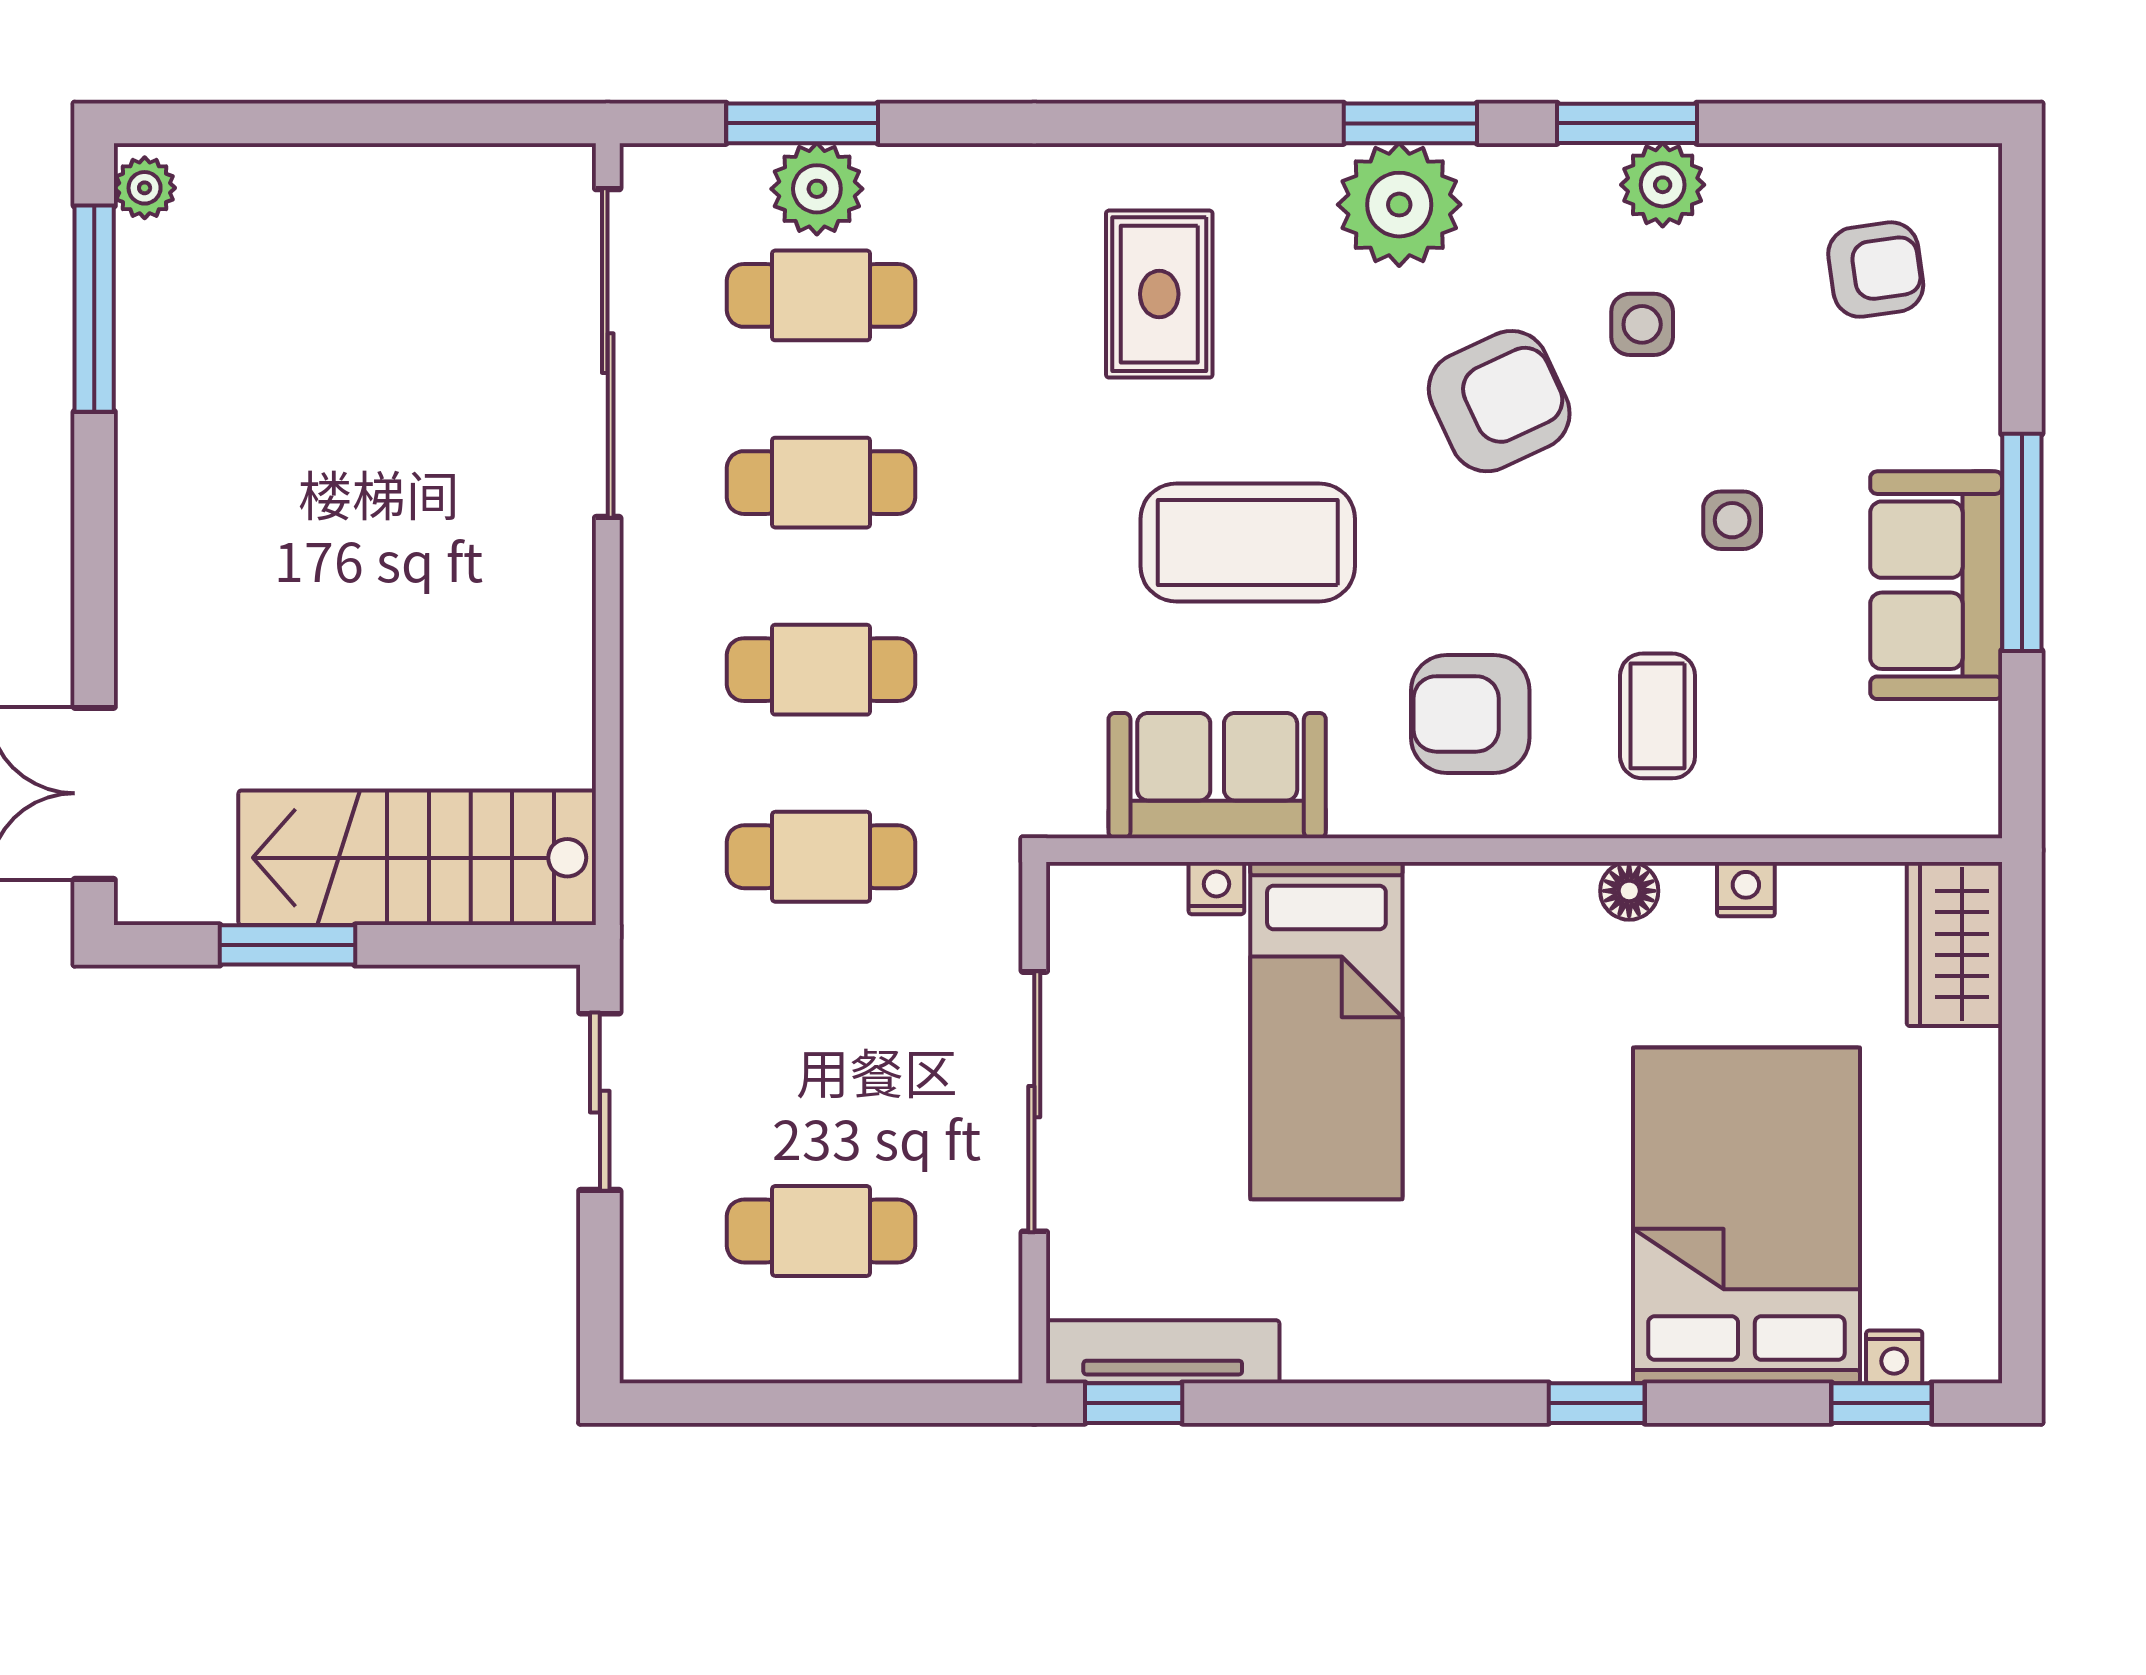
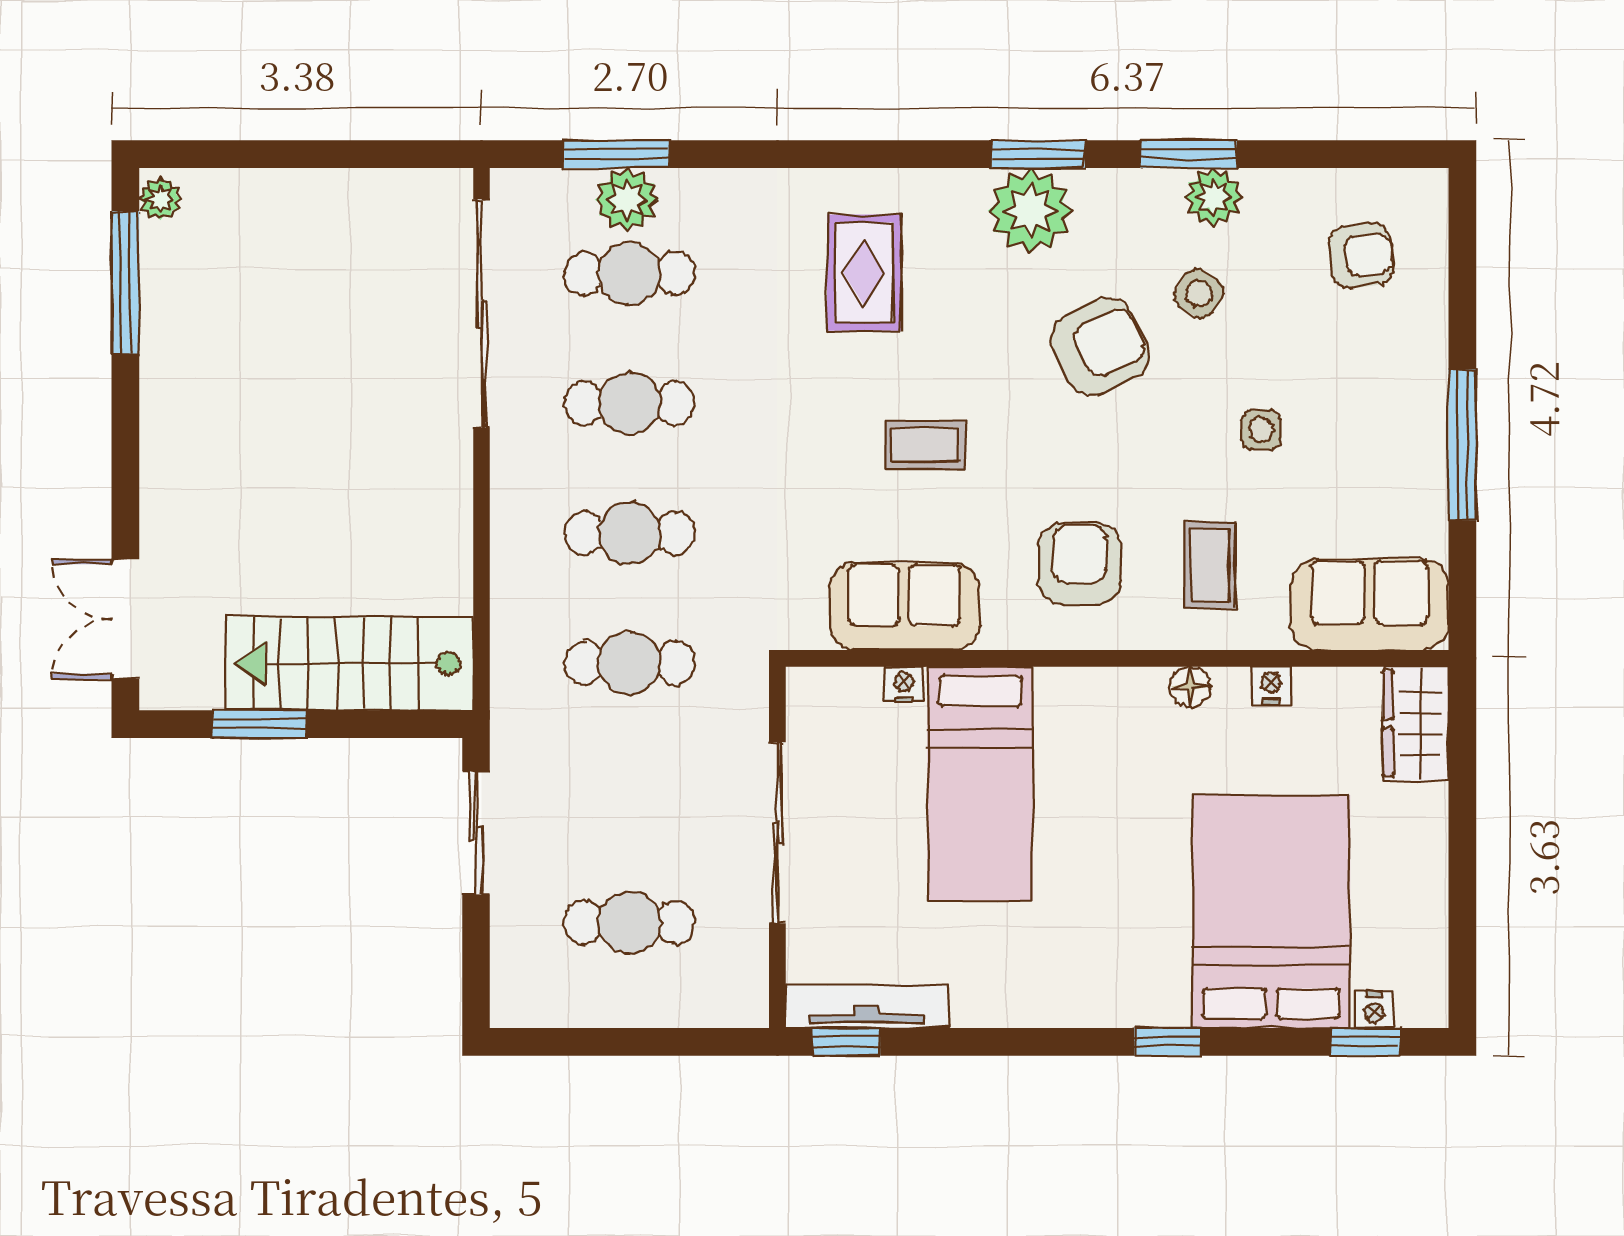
side table: (1642, 324) -> (1199, 294), turned 33
coffee table: (1248, 542) -> (925, 445), width x0.54, depth x0.58
sofa: (1936, 585) -> (1370, 604), moved, turned 90
armchair: (1470, 714) -> (1080, 564), turned 90

